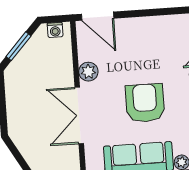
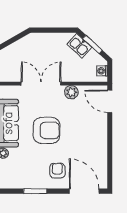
door: (98, 16) -> (110, 101), hinge flipped
kitchen sink: (22, 65) -> (79, 46), added

